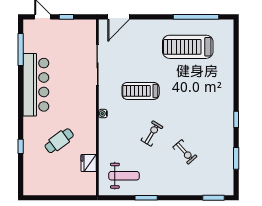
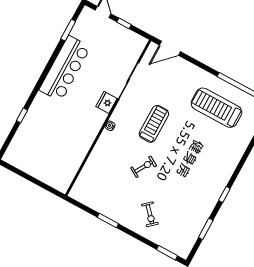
window: (21, 49) -> (68, 30), width x0.69
treadmill: (141, 91) -> (154, 124), turned 90
cafe table: (59, 141) -> (59, 129), removed
exercise bike: (185, 152) -> (150, 214), moved
fridge: (89, 163) -> (106, 102), moved
weight bench: (124, 176) -> (99, 191), removed

